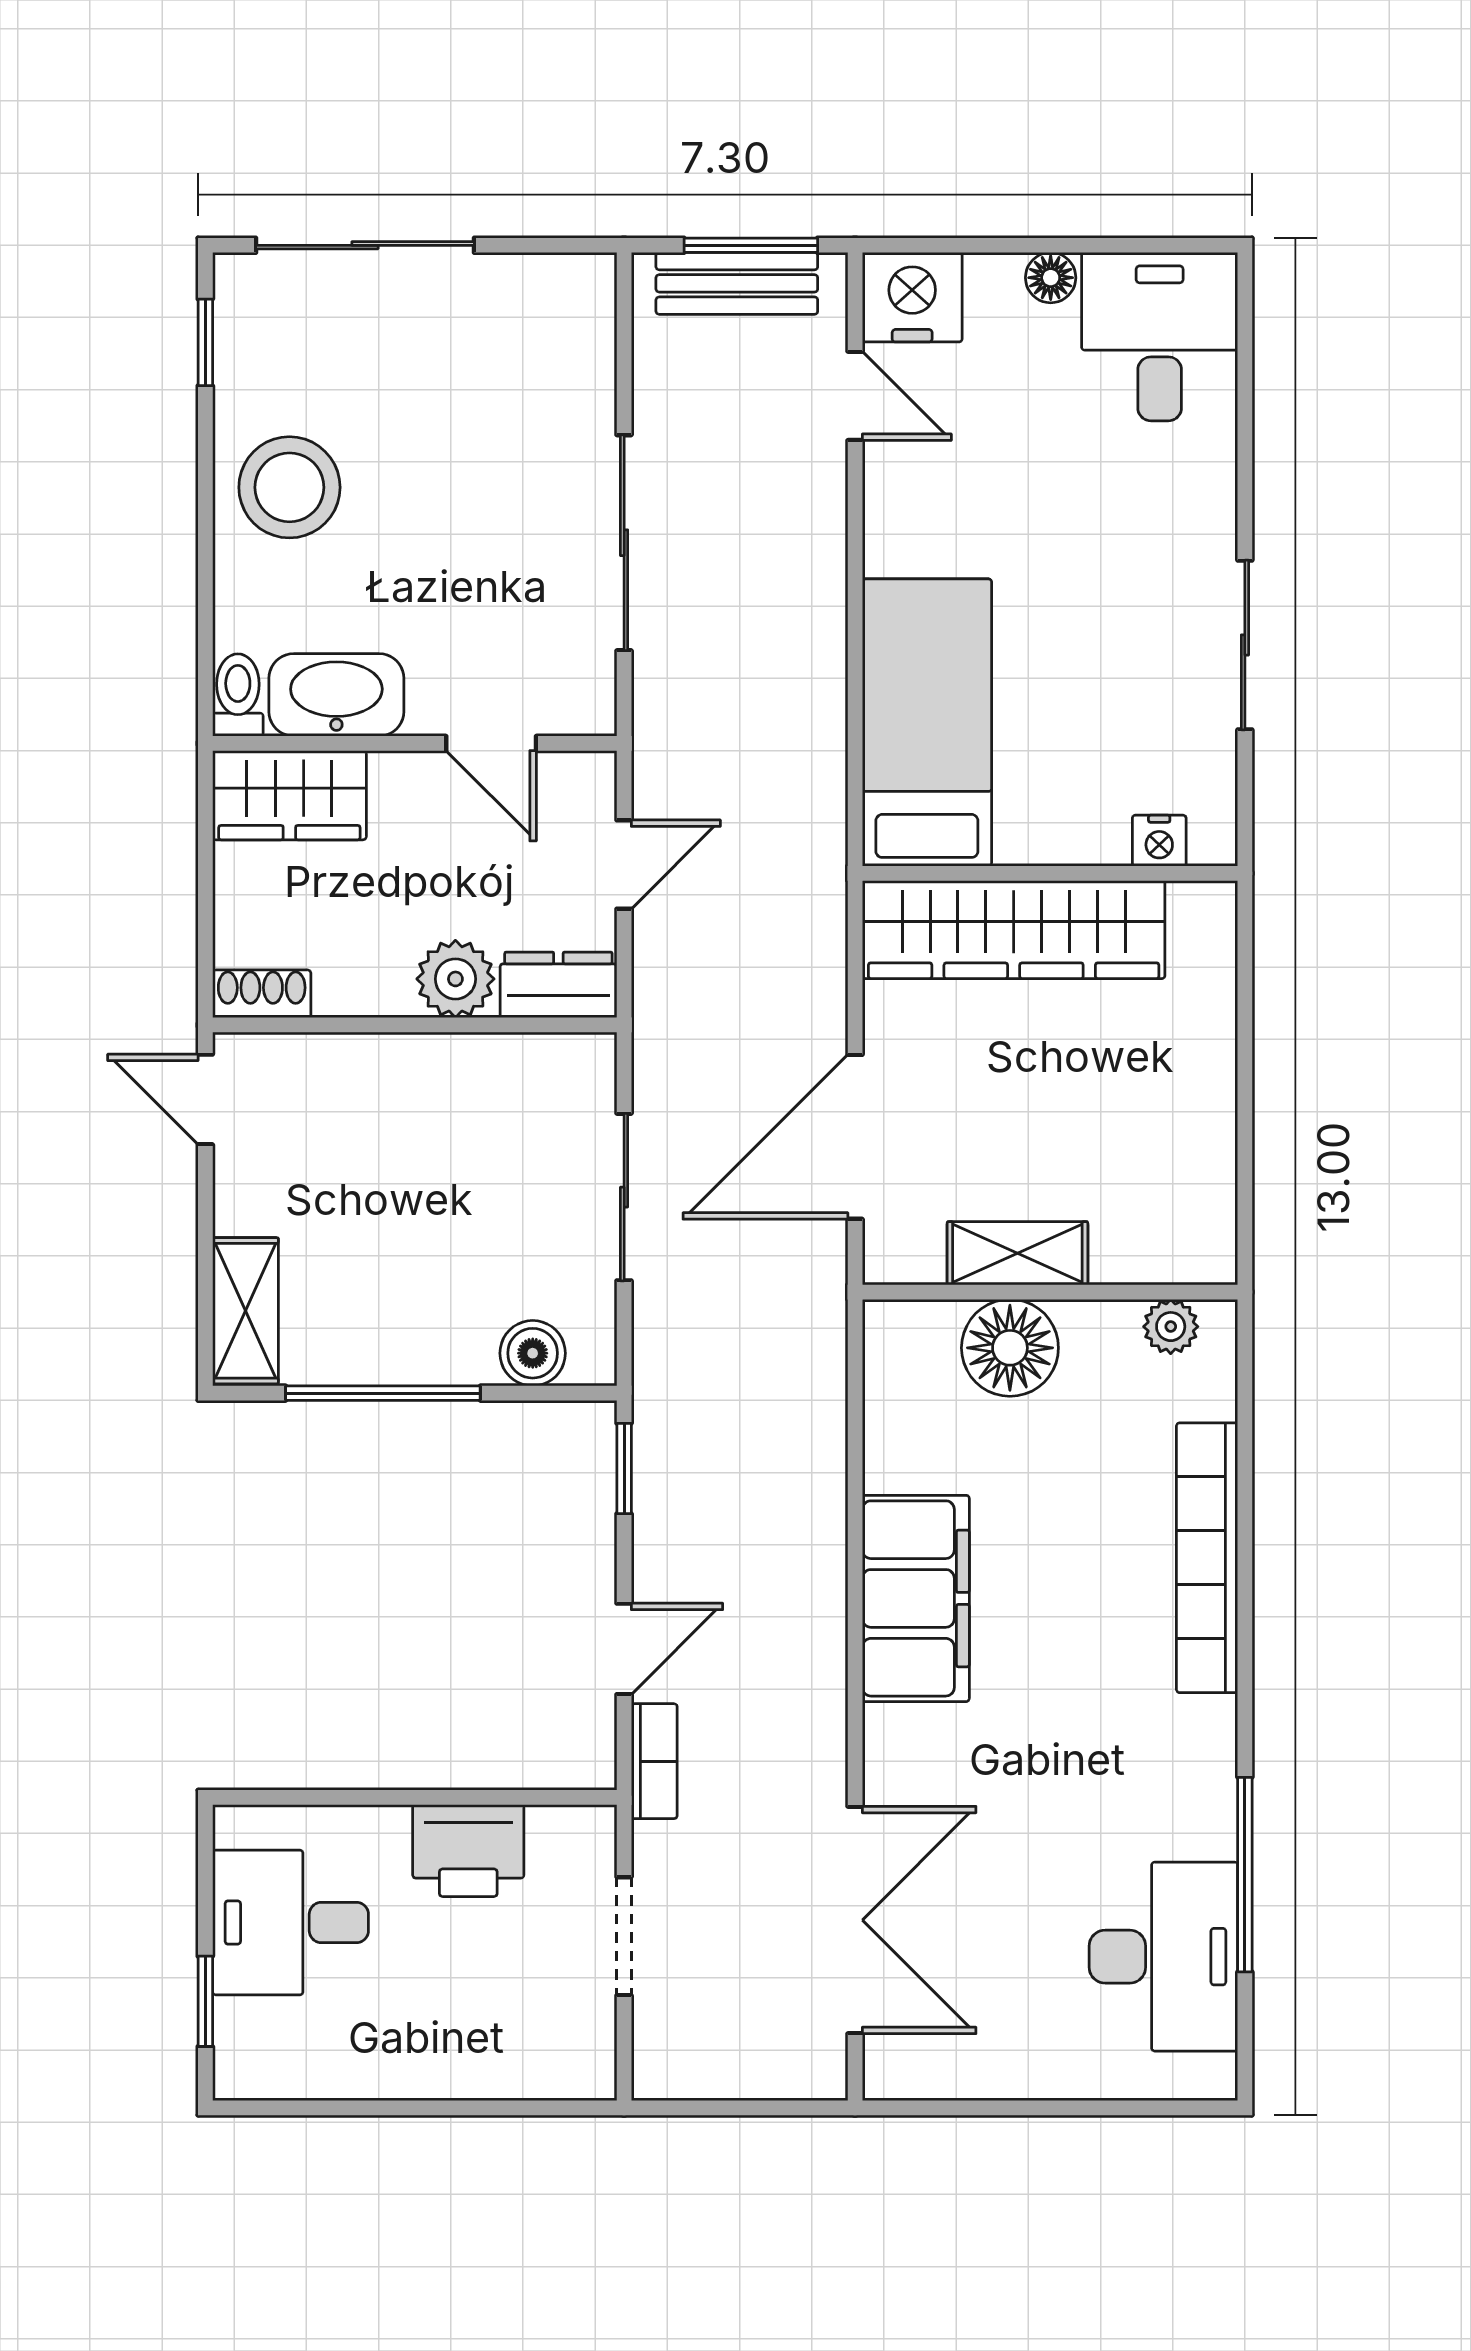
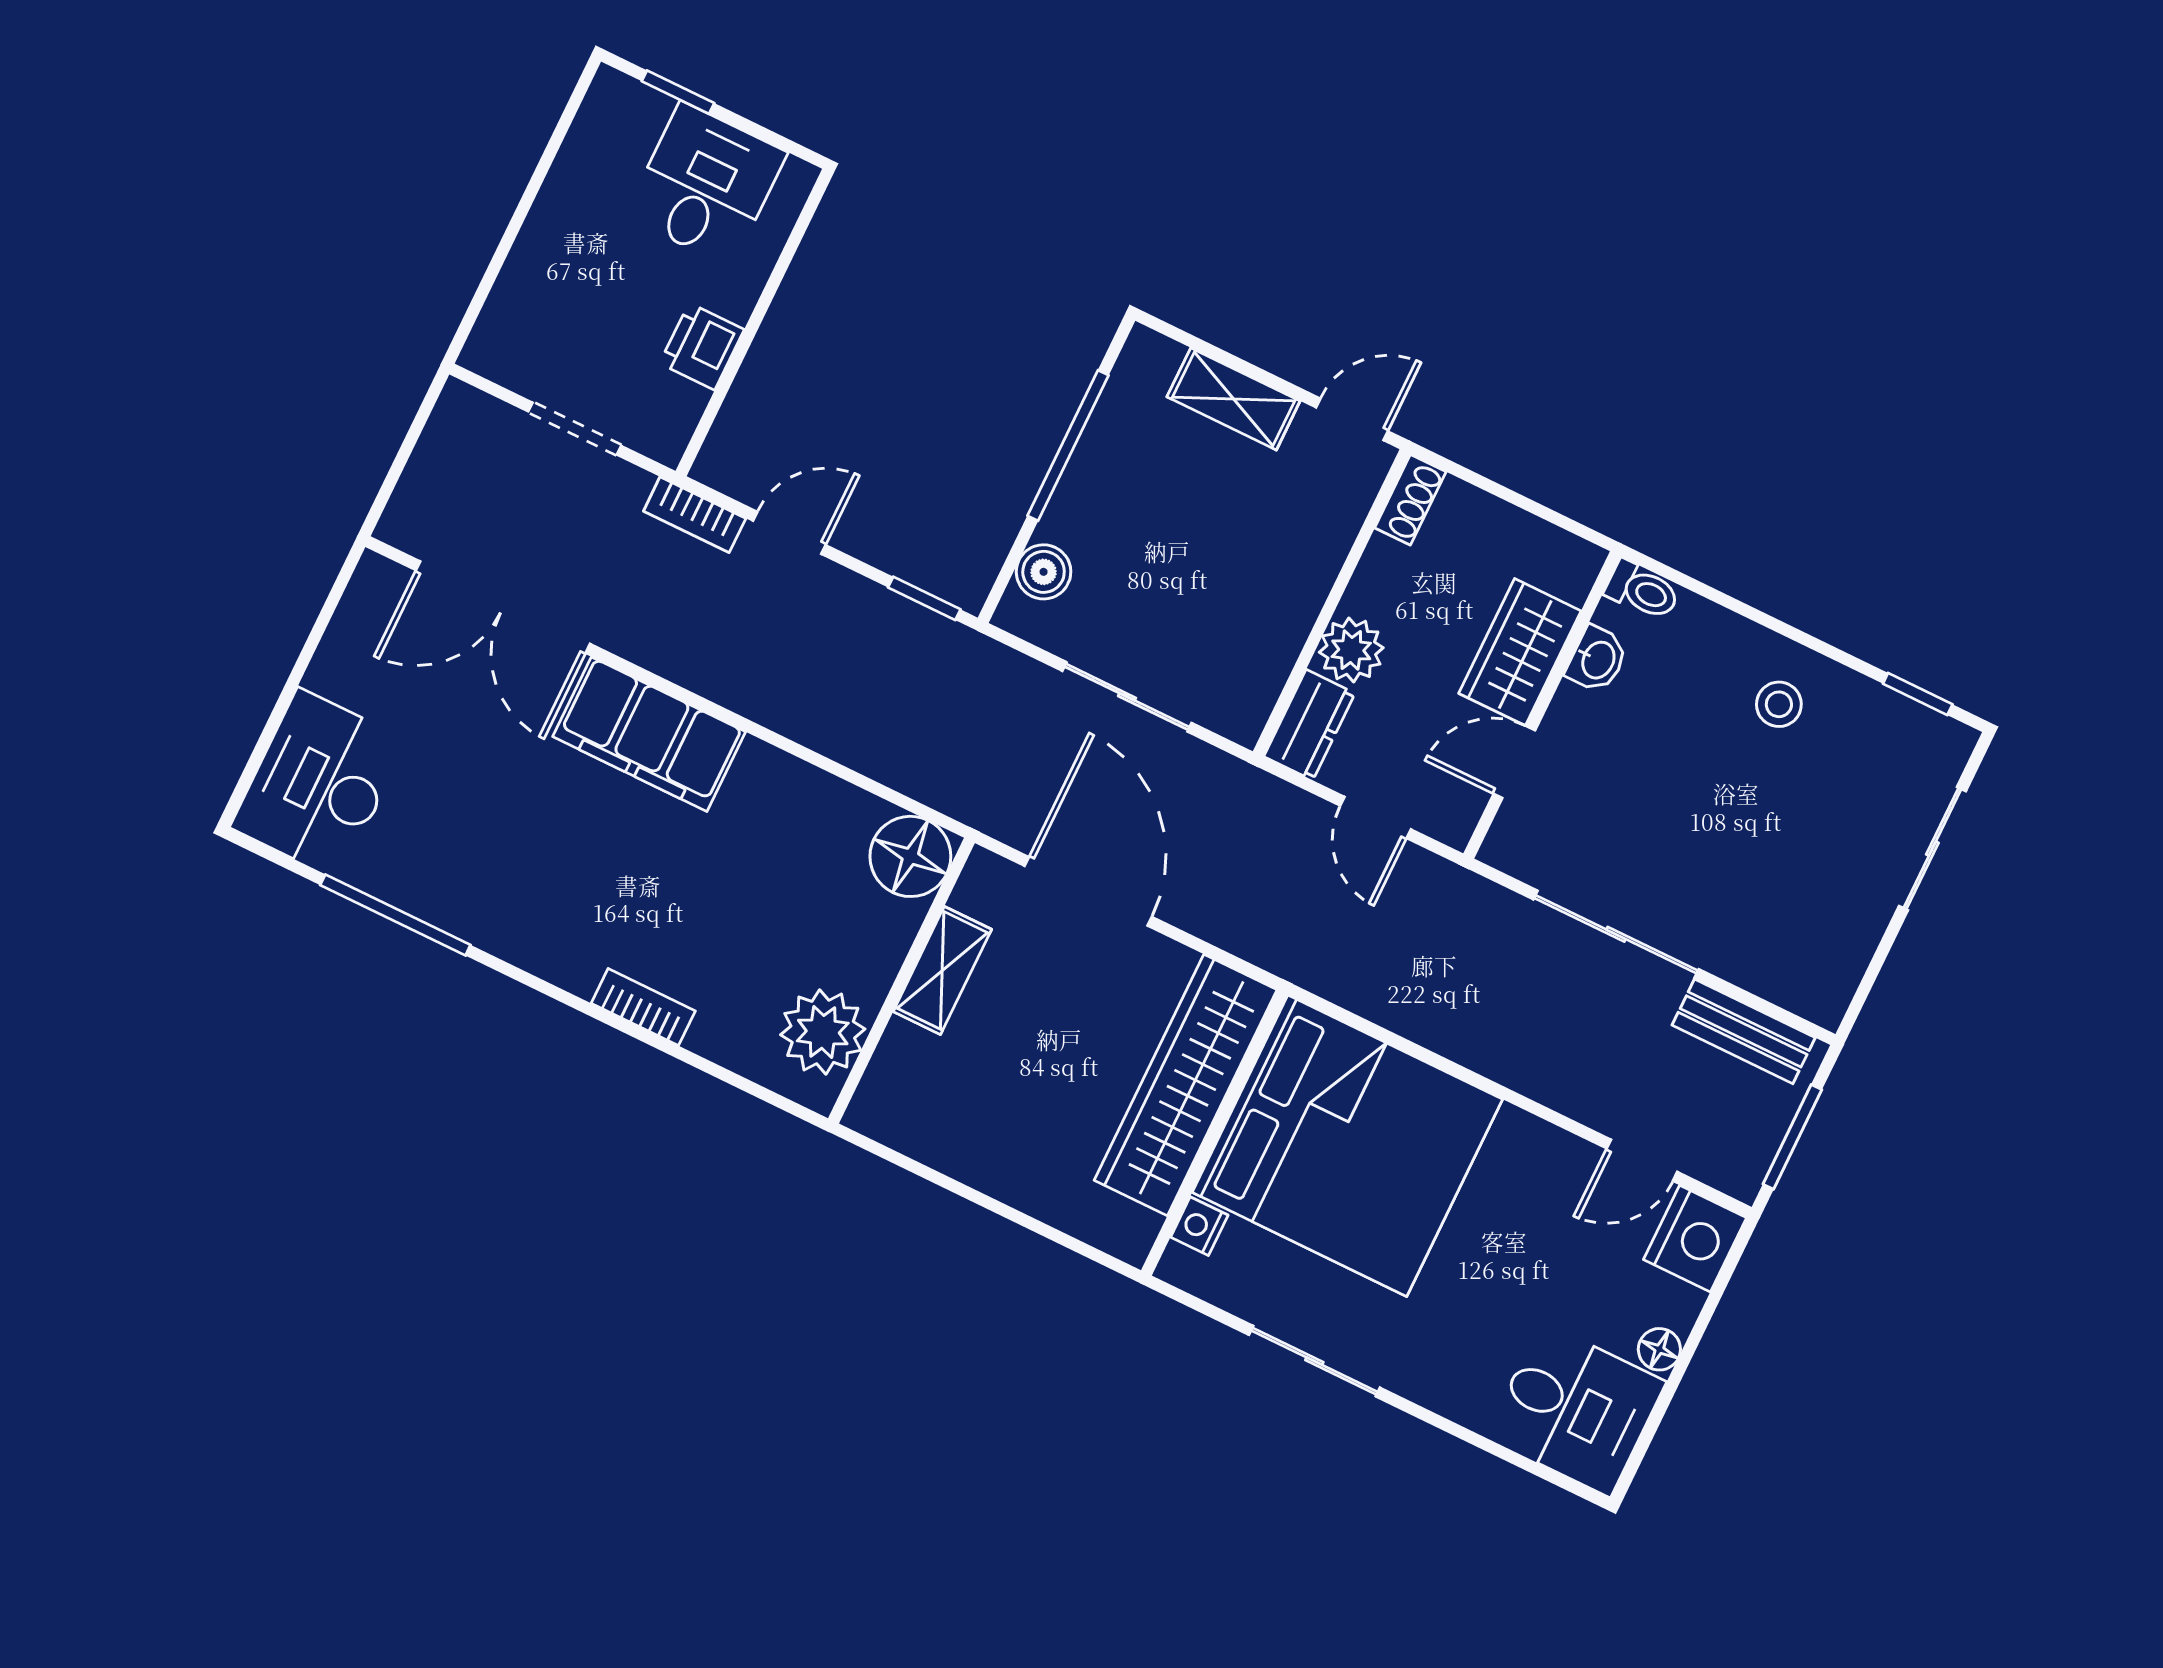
sliding door: (365, 245) -> (1932, 849), width x0.73
bench: (737, 283) -> (1744, 1031), moved, turned 90
stool: (289, 487) -> (1779, 704), width x0.53, depth x0.53
washbasin: (336, 695) -> (1597, 659), width x0.52, depth x0.69
bed: (927, 723) -> (1347, 1146), width x2.04
wardrobe: (289, 795) -> (1520, 652), moved
shelving: (245, 1311) -> (1234, 399), moved
plant: (1171, 1327) -> (823, 1032), width x1.87, depth x1.87
floor lamp: (1010, 1348) -> (910, 856), moved
bookcase: (1207, 1558) -> (643, 1007), width x0.43, depth x0.76
filing cabinet: (916, 1598) -> (649, 734), moved
door: (624, 1649) -> (789, 533), swing flipped
printer: (468, 1851) -> (702, 346), width x0.73, depth x0.81
desk: (1163, 1957) -> (319, 784), moved, turned 90

